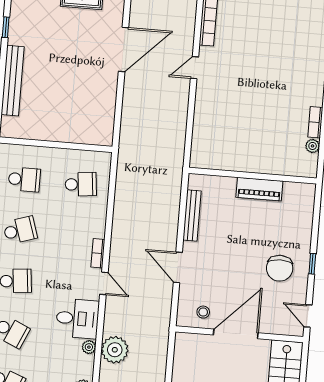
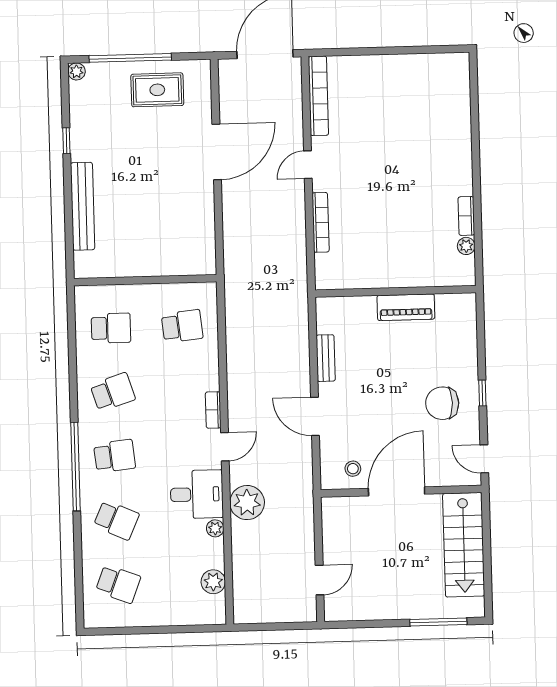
bookcase: (199, 114) -> (321, 222), added
bench: (192, 215) -> (326, 358), width x0.73
chair: (280, 268) -> (442, 403), turned 90
door: (104, 283) -> (225, 447), hinge flipped
plant: (115, 350) -> (247, 503), moved

